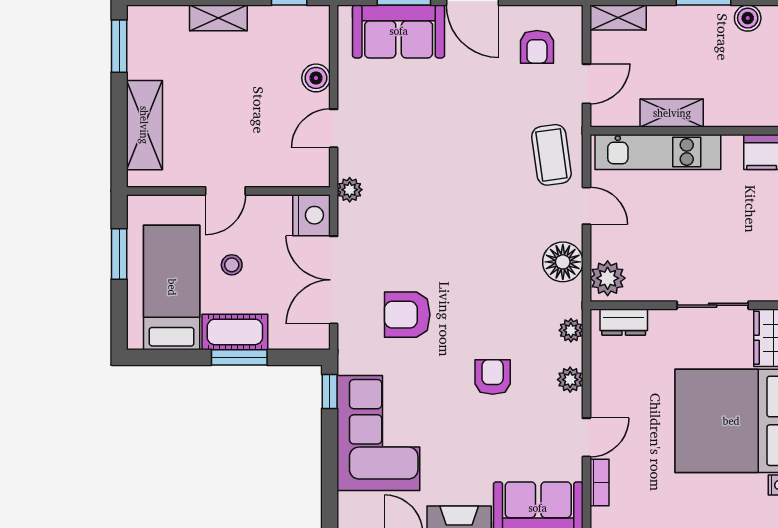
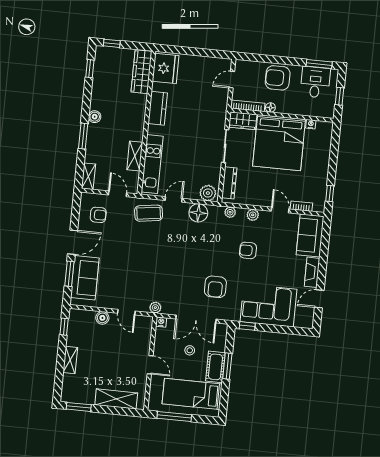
nightstand: (311, 215) -> (161, 322), width x0.53, depth x0.56
window: (119, 254) -> (174, 417), width x1.44
stool: (232, 265) -> (190, 350), moved
dresser: (624, 322) -> (229, 183), width x1.44

